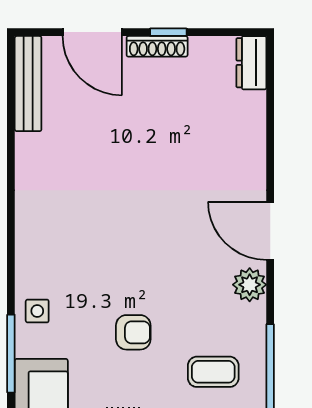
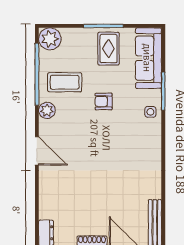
plant: (250, 285) -> (47, 110), moved
coffee table: (213, 372) -> (65, 82), width x1.36, depth x1.30

